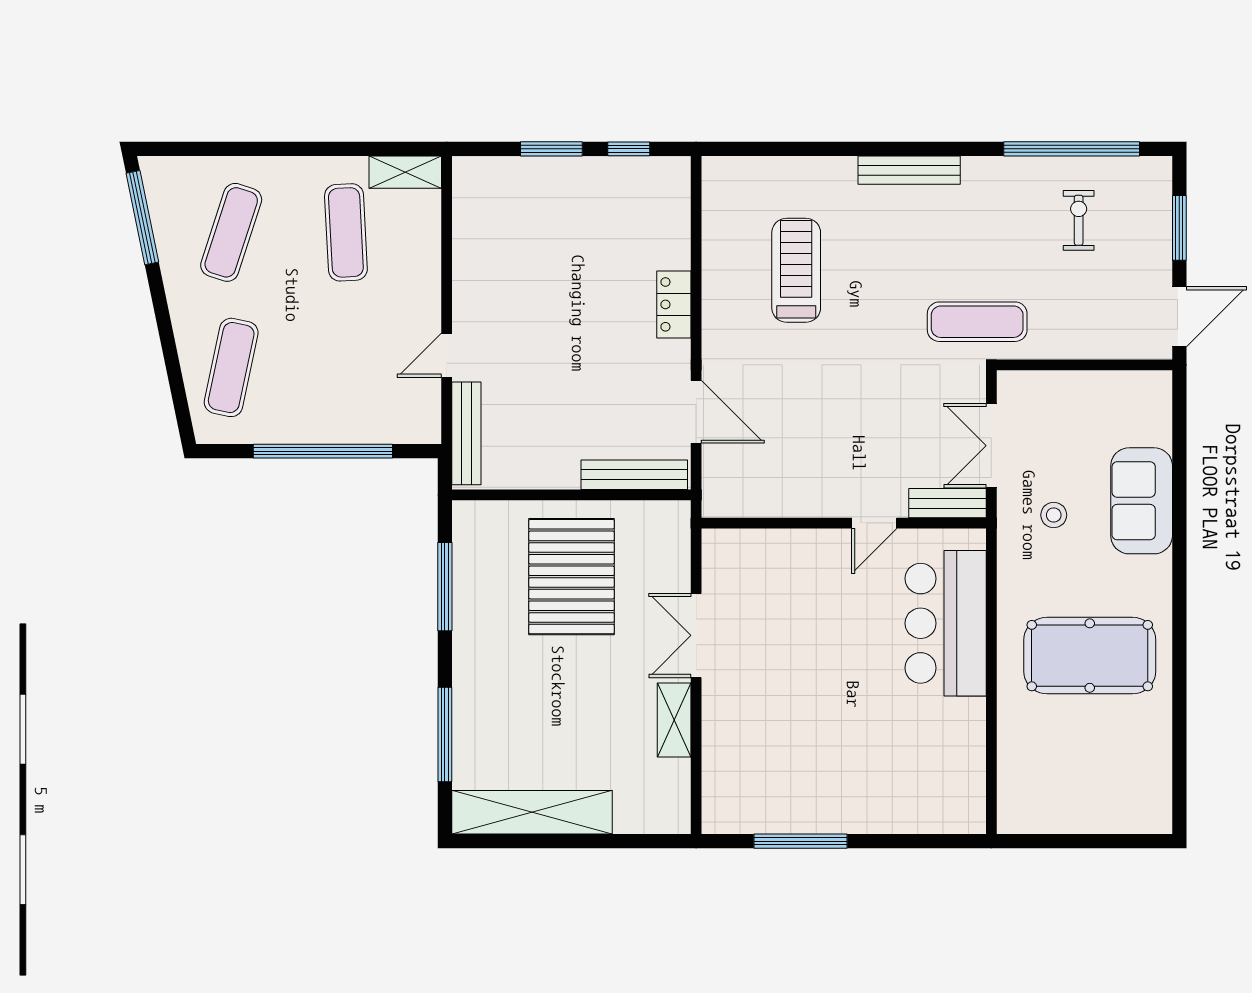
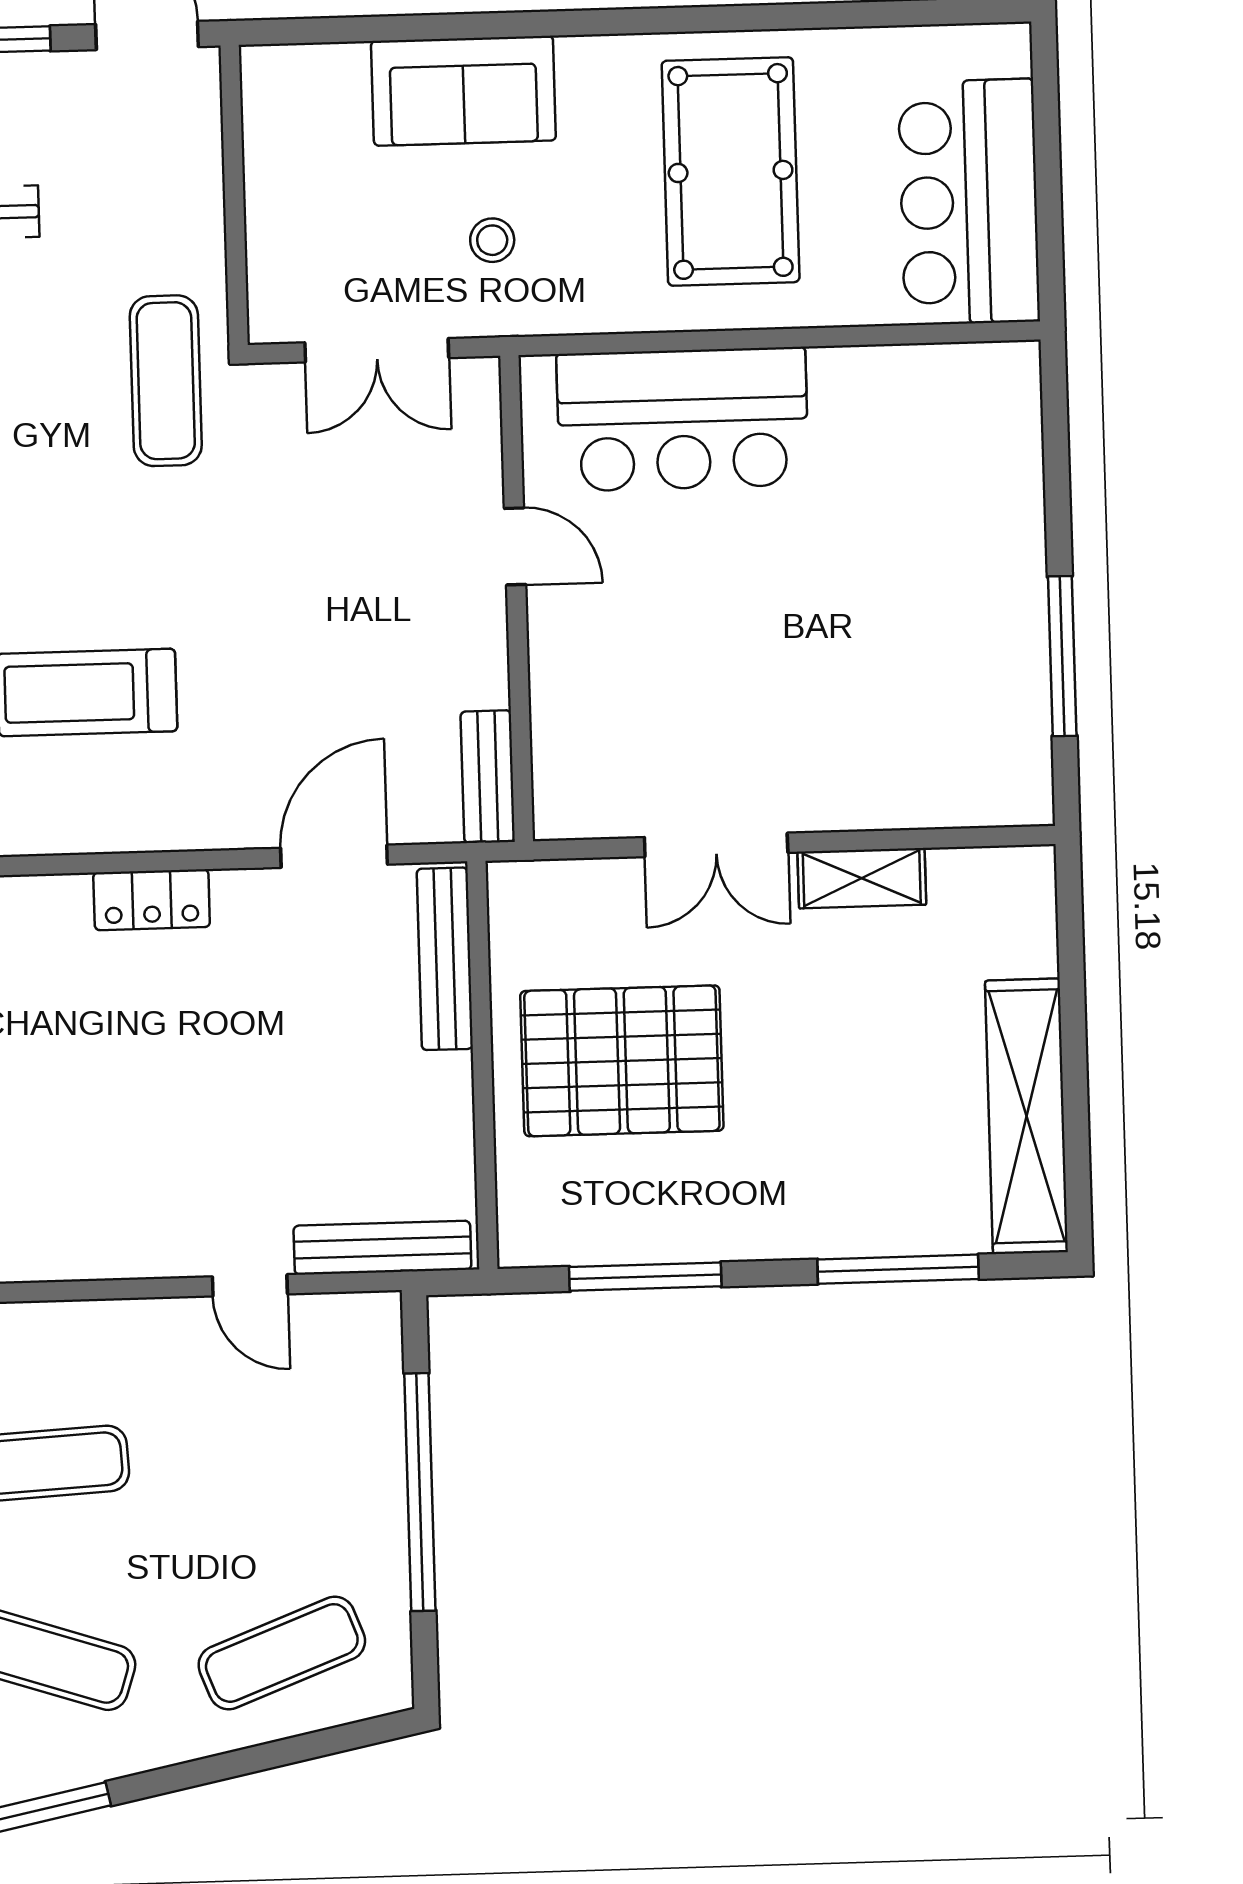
exercise mat: (231, 367) -> (282, 1653), turned -33
bench: (948, 503) -> (488, 777), moved
bar counter: (1068, 795) -> (969, 202), added

